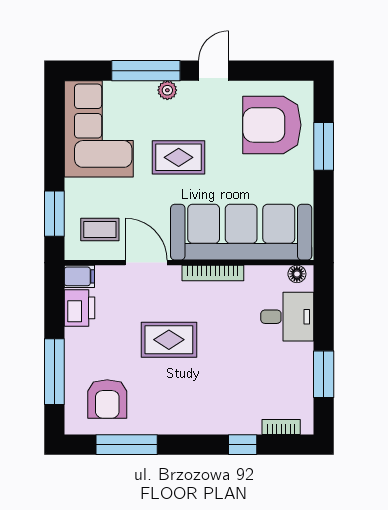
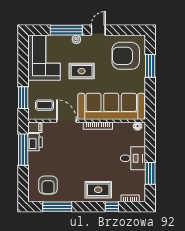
desk: (287, 317) -> (133, 158), moved
rug: (169, 340) -> (98, 190), moved
window: (54, 372) -> (23, 150), moved

